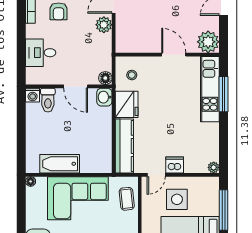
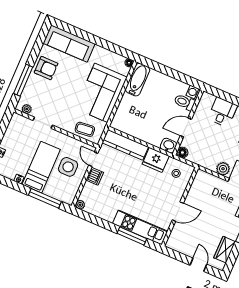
plant: (208, 42) -> (176, 242), removed
bathtub: (60, 164) -> (138, 80), moved

